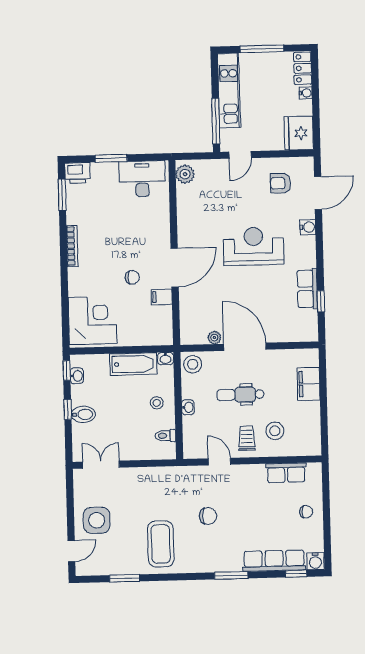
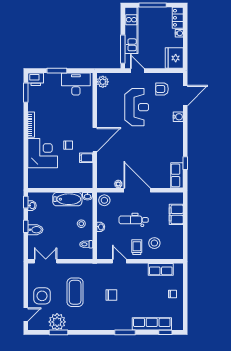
door: (240, 155) -> (137, 71), swing flipped
reception desk: (254, 246) -> (137, 107), moved, turned 90
row of seats: (307, 289) -> (177, 175), moved
corner desk: (93, 320) -> (43, 153), moved
coffee table: (161, 544) -> (75, 292), moved
plant: (122, 561) -> (57, 322), added
water cooler: (315, 561) -> (178, 325), removed

